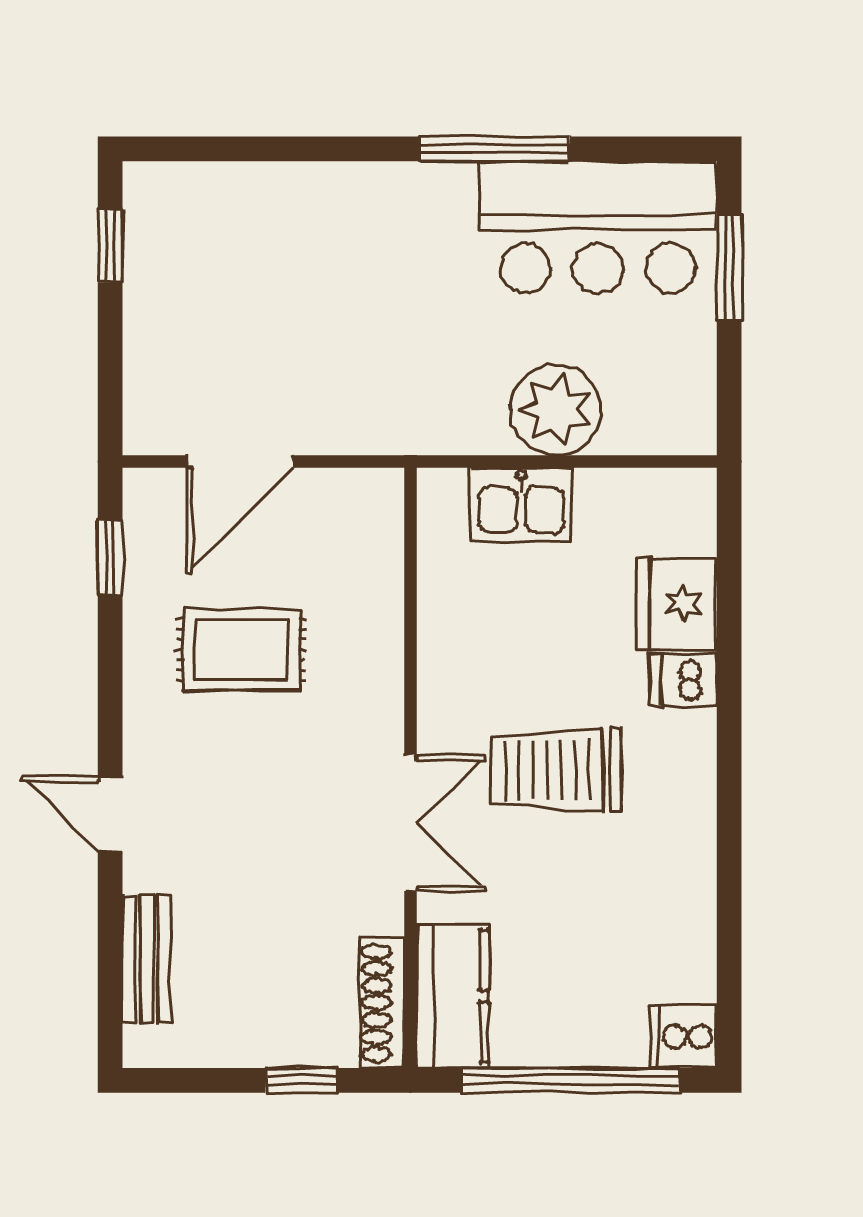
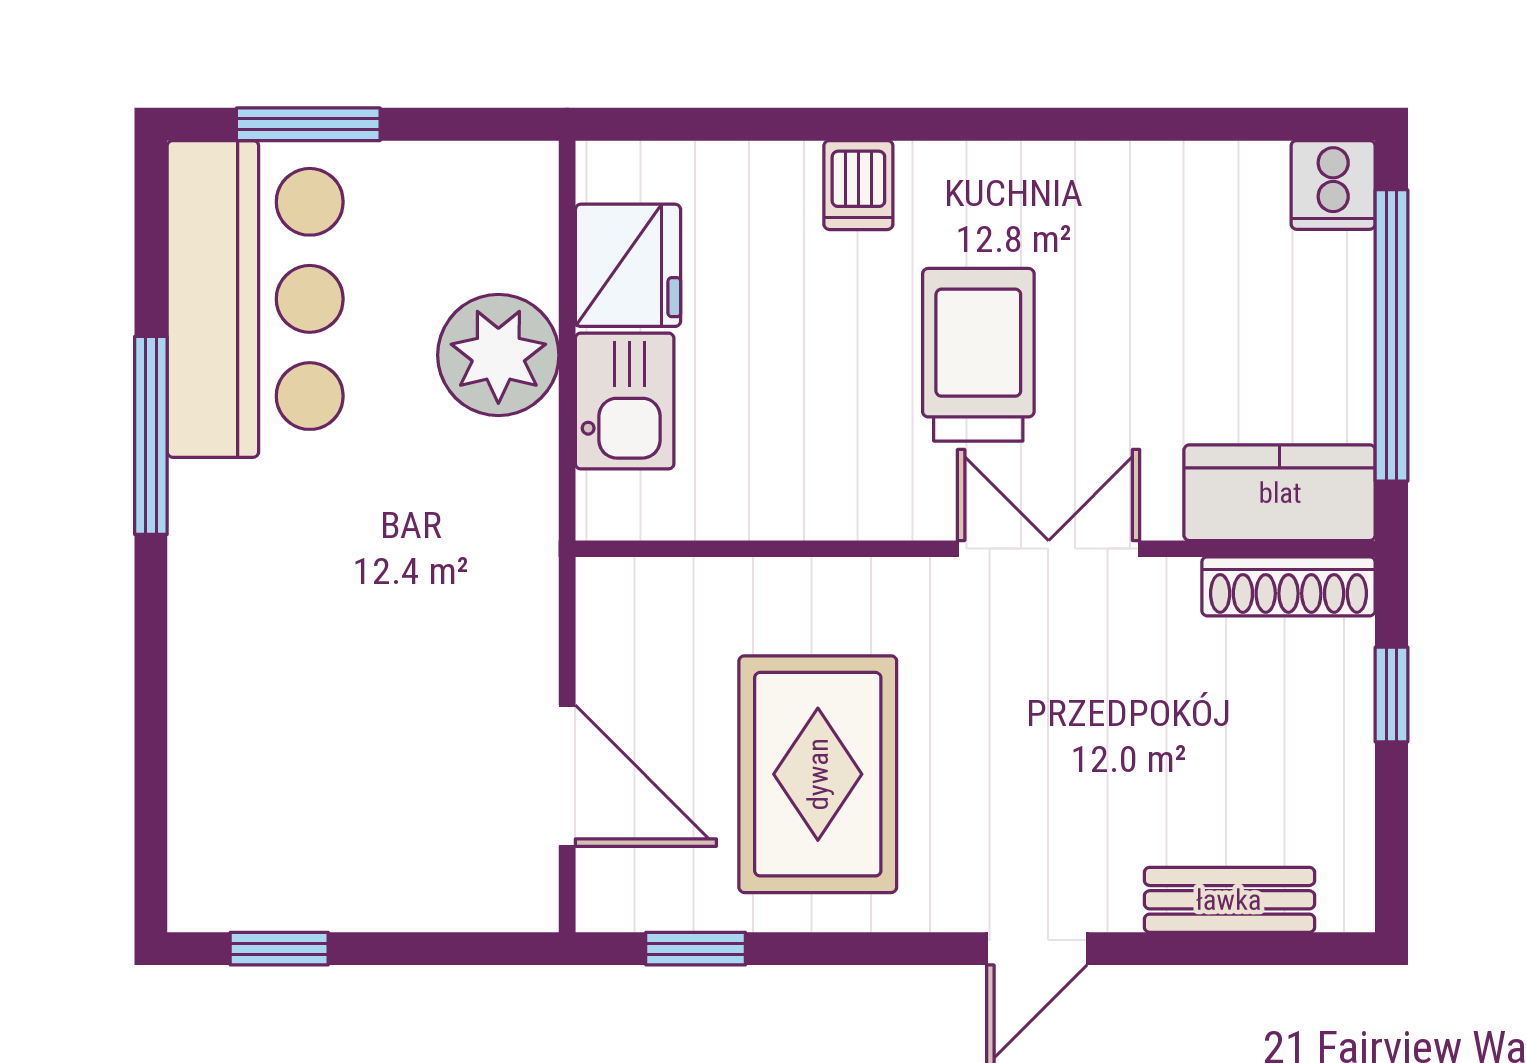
fridge: (677, 603) -> (628, 265), moved, turned -90
rug: (241, 650) -> (818, 774), width x1.36, depth x1.43
trolley: (556, 770) -> (978, 355), turned 180

